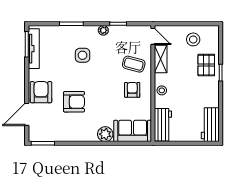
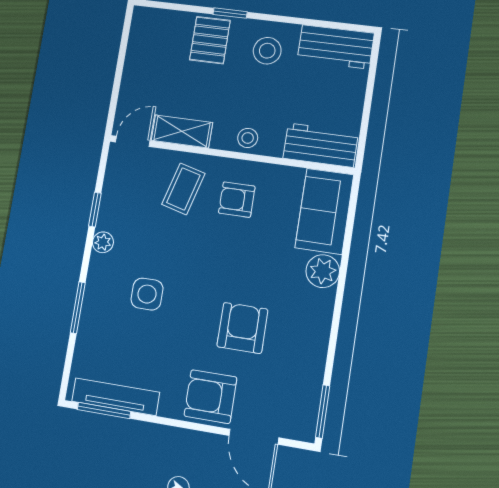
stool: (193, 39) -> (267, 51), moved
pallet: (206, 65) -> (210, 40), turned 90

